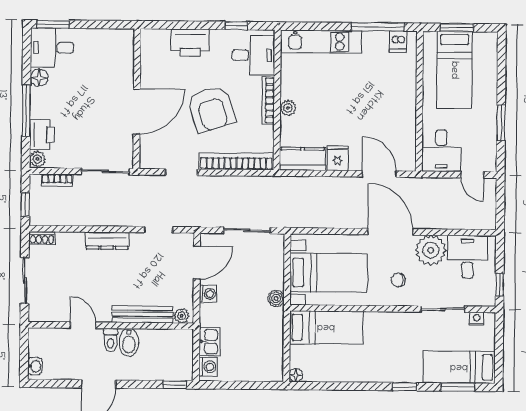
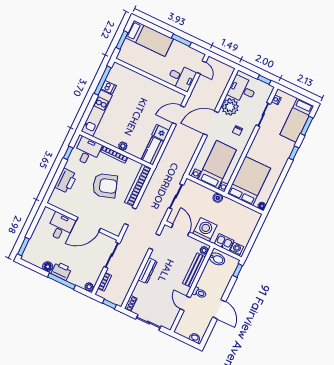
dishwasher: (398, 42) -> (109, 87), moved
desk: (52, 48) -> (61, 227), moved, turned 180
bed: (454, 70) -> (149, 38), moved
door: (137, 111) -> (88, 225), swing flipped
printer: (42, 135) -> (61, 271), moved
door: (472, 175) -> (201, 67), hinge flipped
washing machine: (208, 294) -> (205, 230), width x1.89, depth x1.89
door: (83, 325) -> (185, 303), hinge flipped
bed: (326, 327) -> (249, 181), width x1.50
bidet: (129, 342) -> (217, 259), moved

